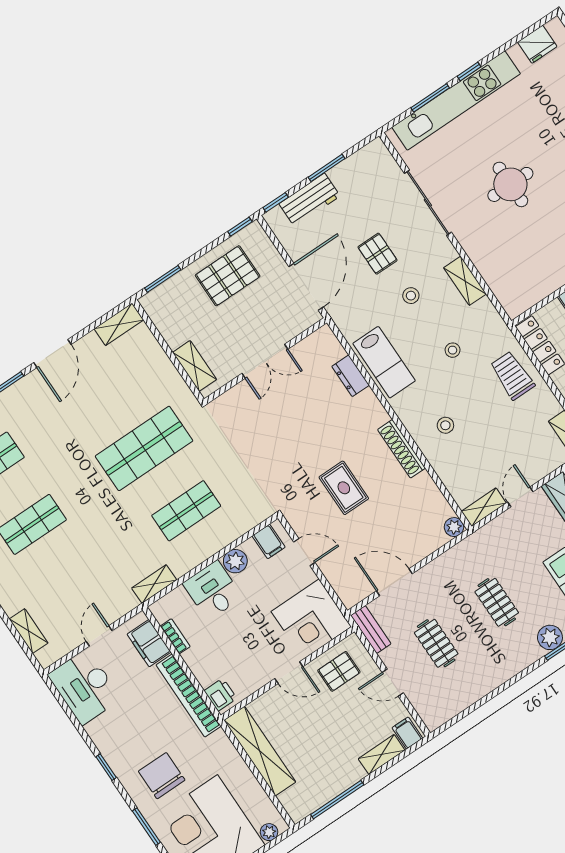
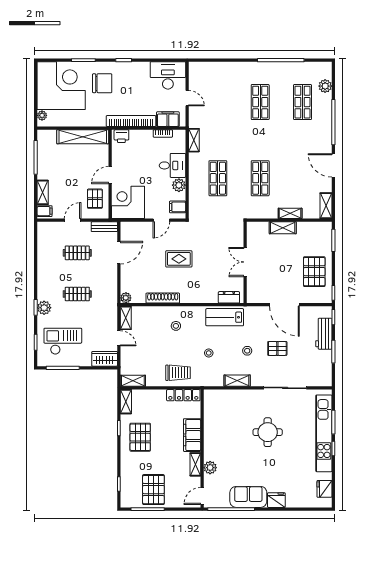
double door: (265, 361) -> (245, 262), moved
wall: (266, 361) -> (245, 262), moved
shop shelf: (144, 448) -> (260, 178), width x0.70, depth x0.74
shoe rack: (402, 449) -> (163, 298), moved
shelving: (29, 631) -> (290, 213), moved

